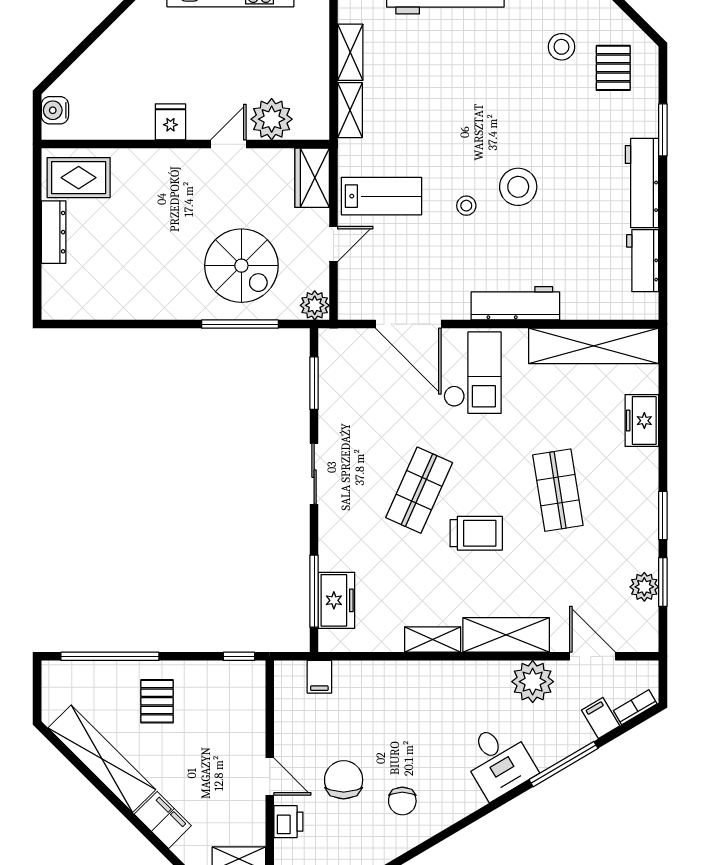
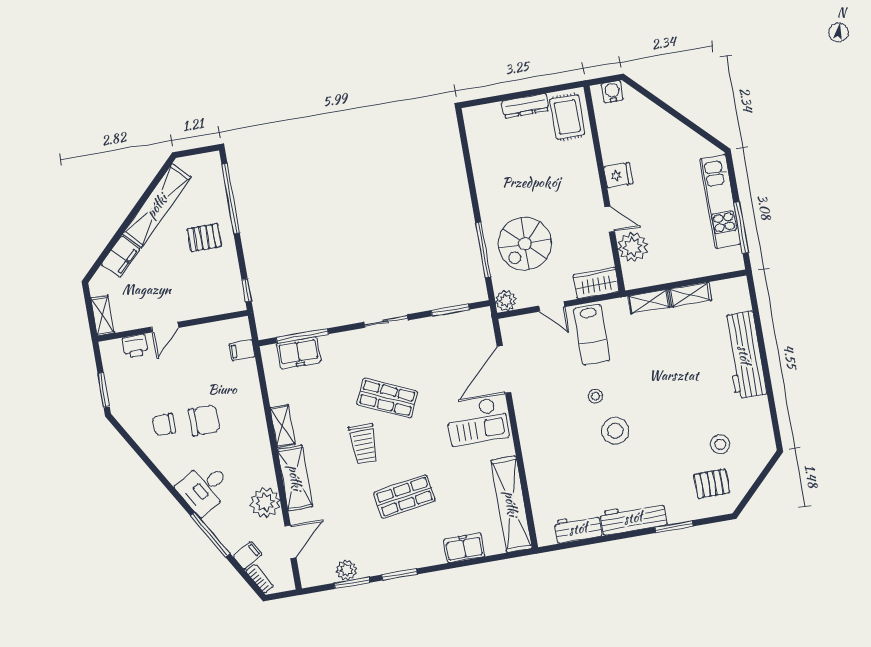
workbench: (515, 303) -> (532, 443), removed
chair: (344, 780) -> (204, 420), moved

